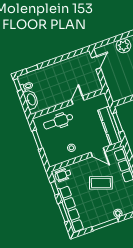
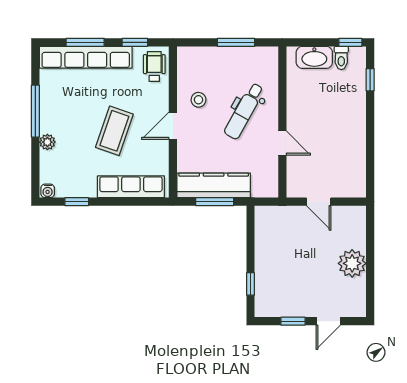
door: (96, 63) -> (319, 202), moved
dental chair: (58, 121) -> (244, 111), moved, turned -151
door: (98, 152) -> (173, 126), moved

